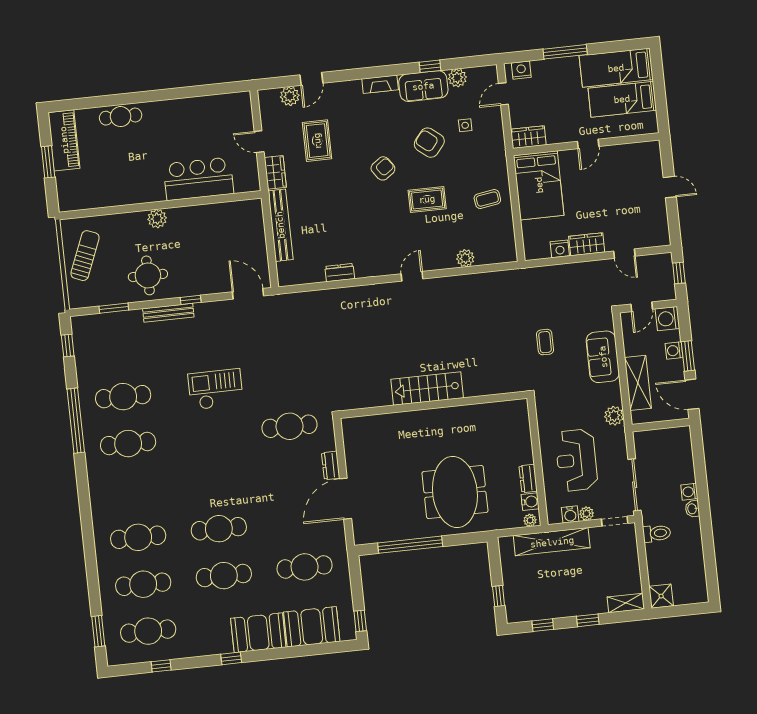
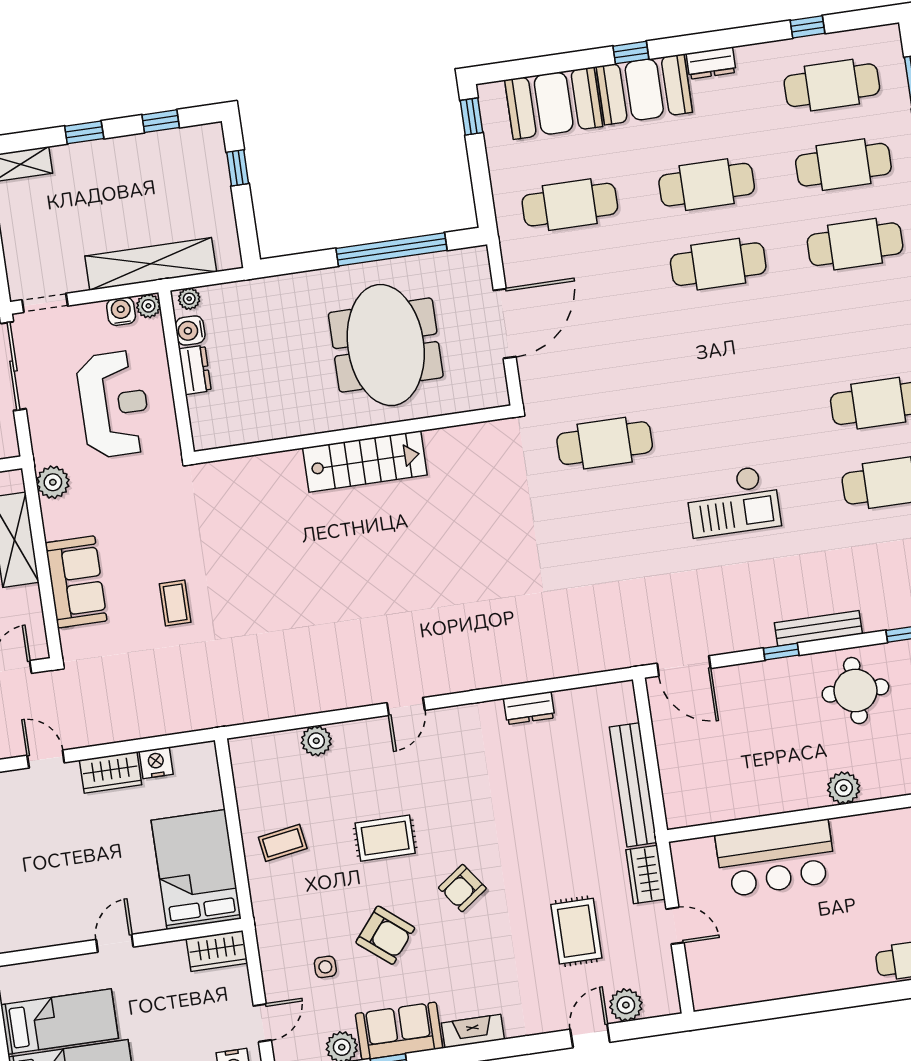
stairs: (427, 389) -> (365, 461), moved
wall: (433, 405) -> (353, 435), moved
dresser: (331, 465) -> (711, 63), moved, turned 90
meeting table: (455, 492) -> (386, 345), moved
plant: (587, 514) -> (148, 306), moved
window: (231, 658) -> (631, 53), moved

